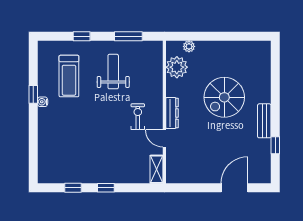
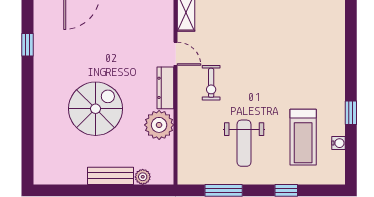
plant: (177, 67) -> (159, 125), moved
treadmill: (69, 76) -> (303, 137), turned 180
water cooler: (43, 102) -> (338, 143), moved
bench: (264, 121) -> (111, 176), moved, turned 90

